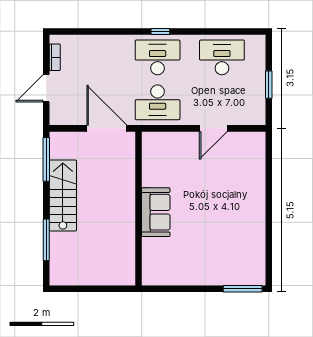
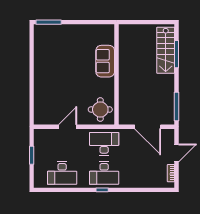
door: (107, 128) -> (148, 127), moved
round table: (163, 155) -> (100, 110), added
stairs: (63, 196) -> (166, 50), moved
sofa: (156, 212) -> (105, 61), moved

